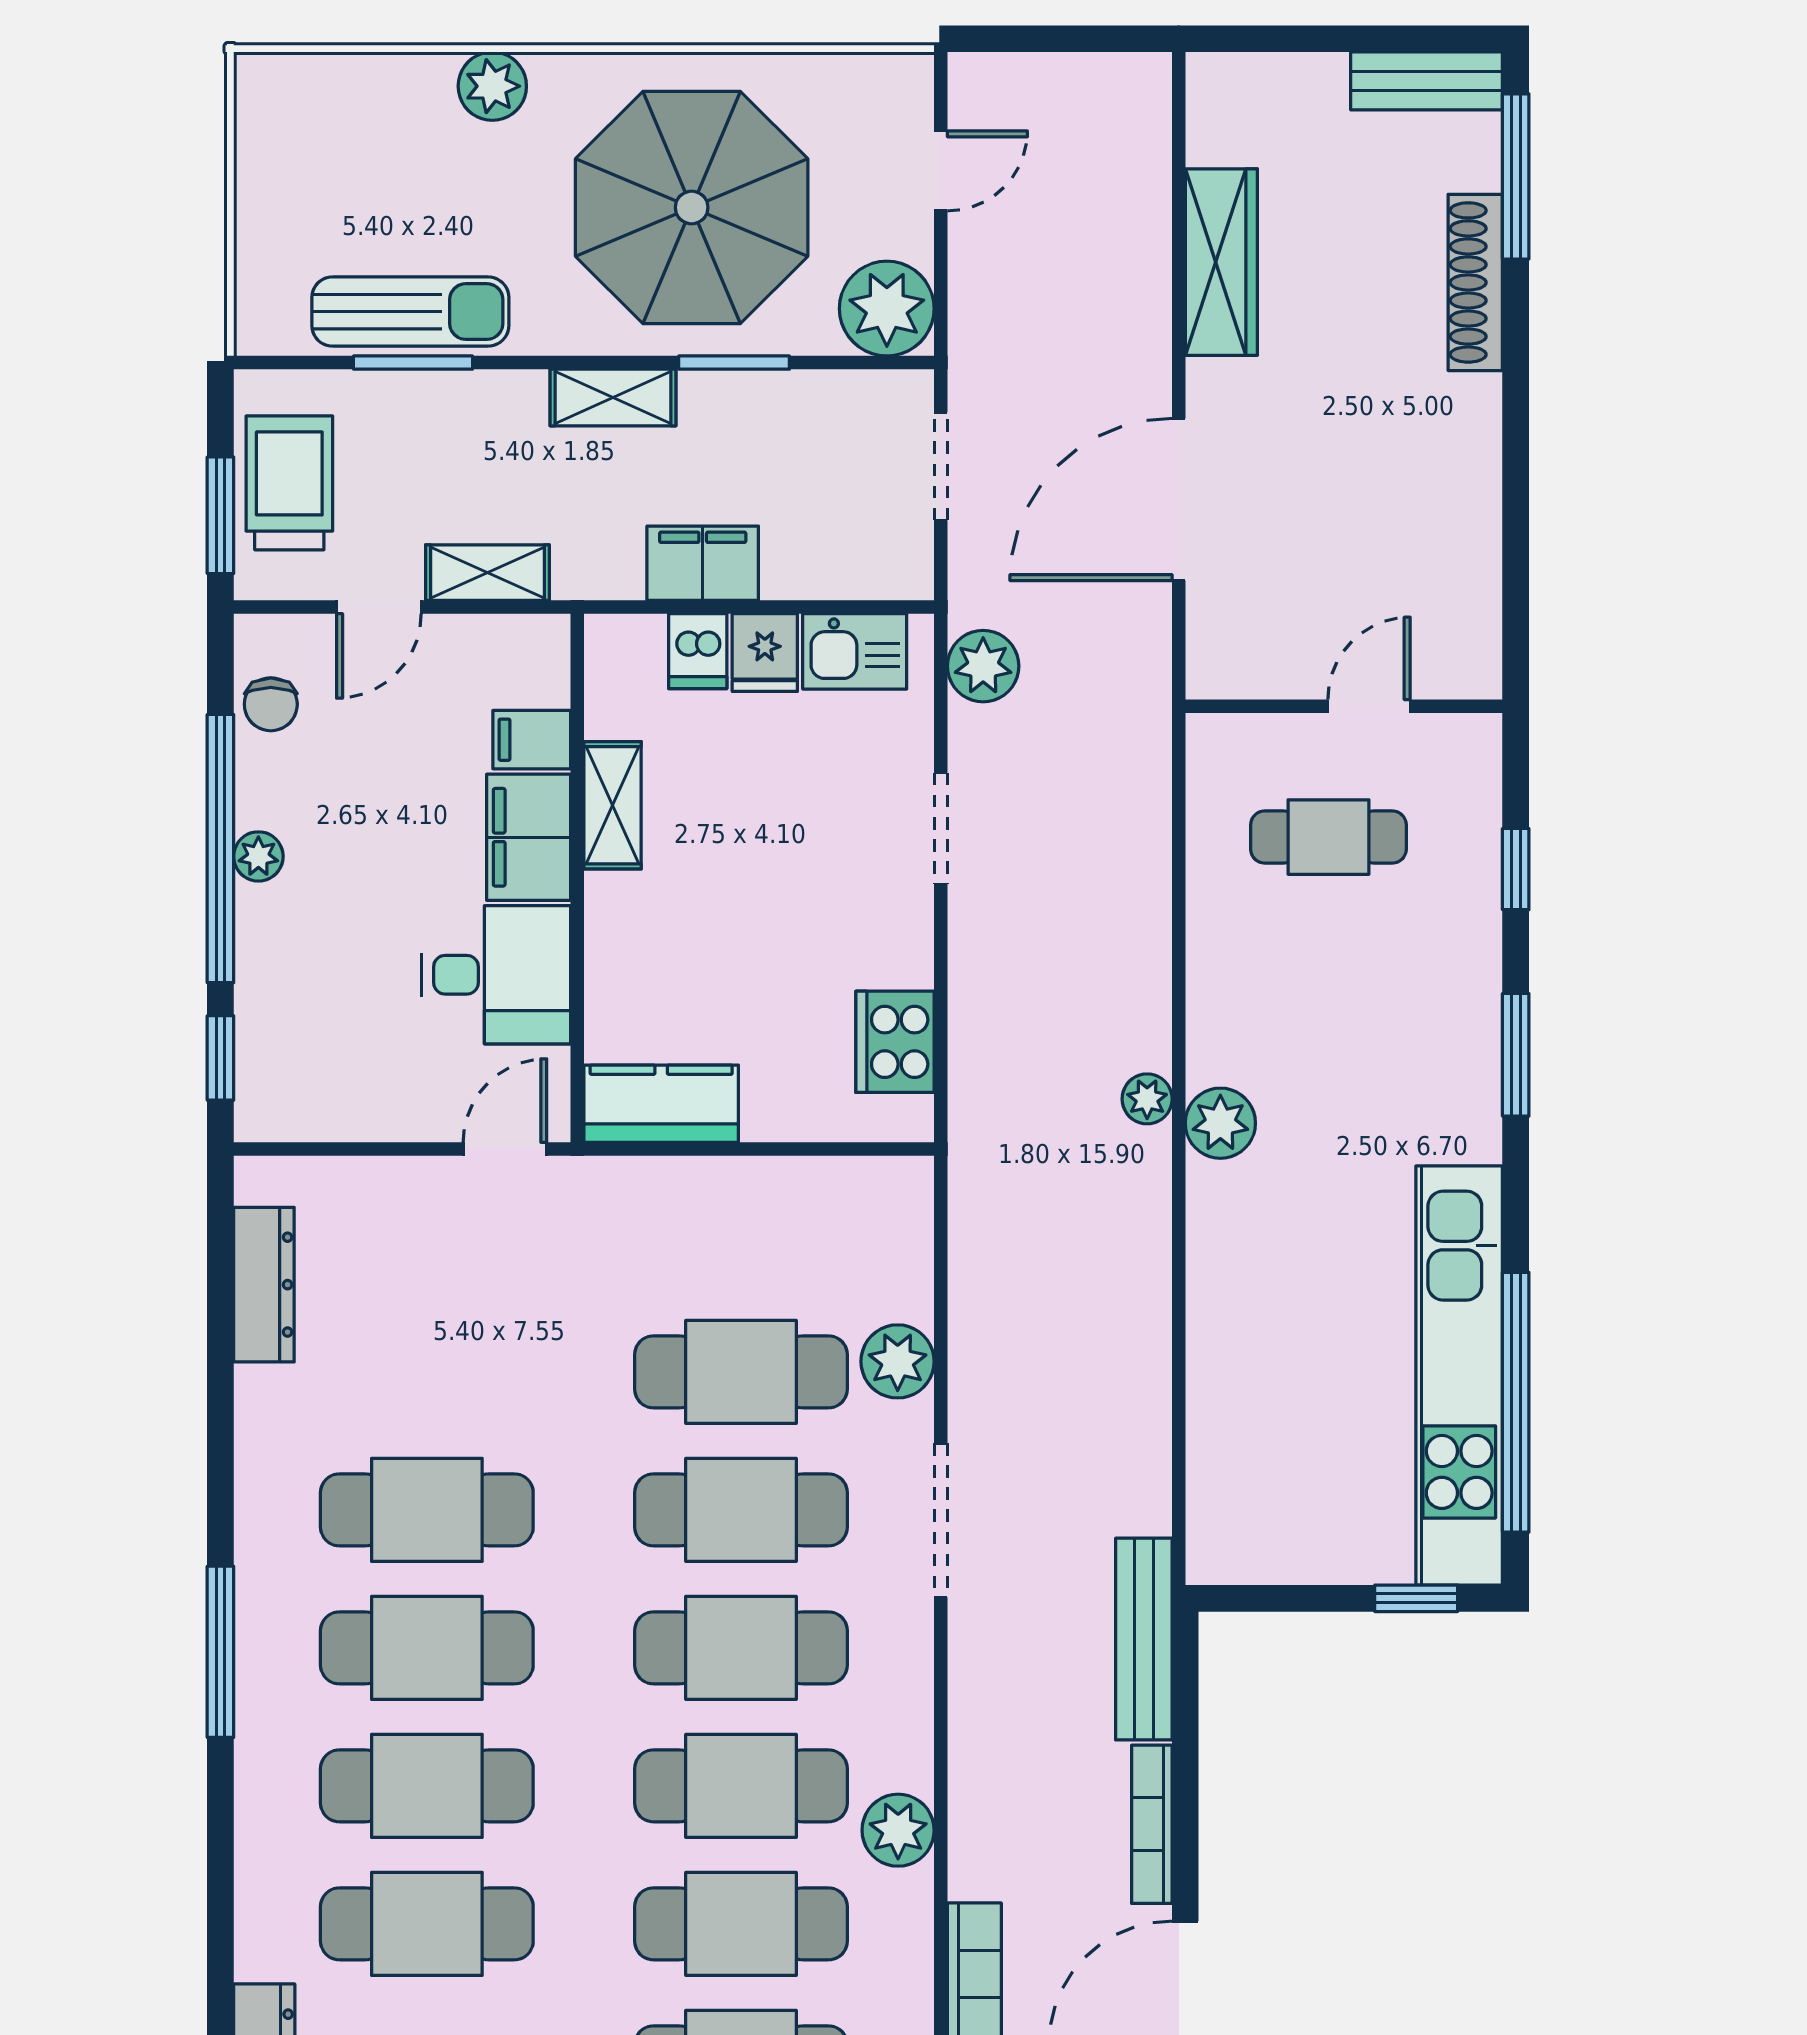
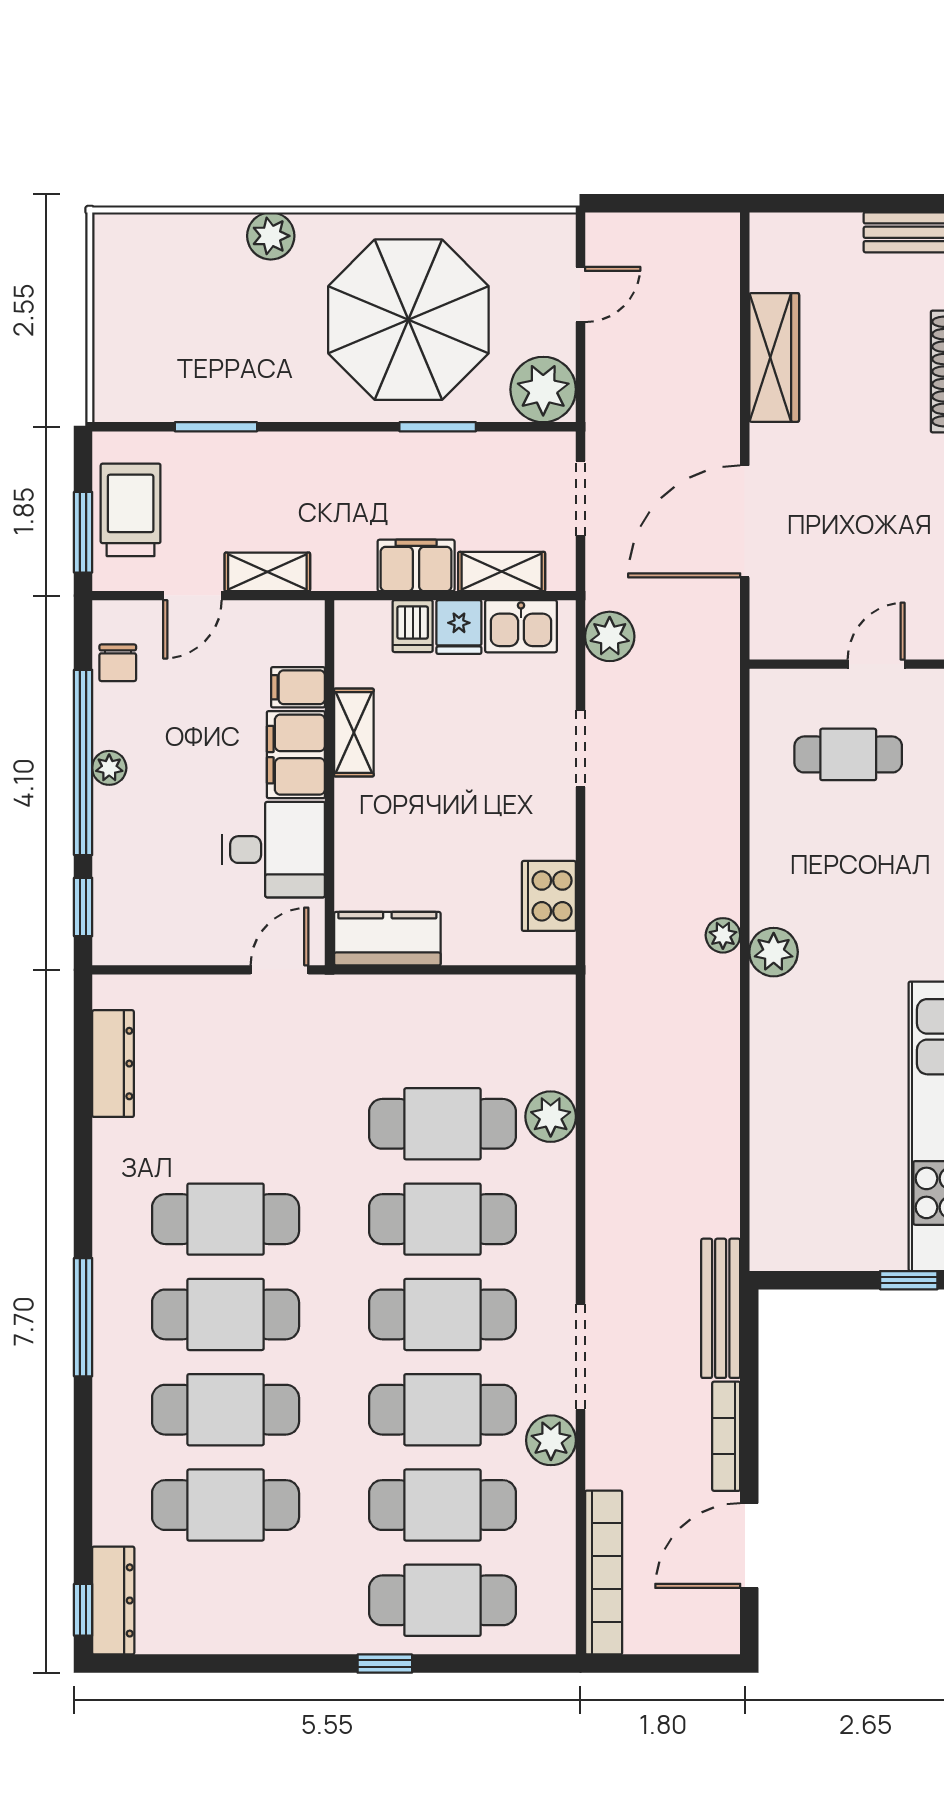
sun lounger: (410, 312) -> (214, 392), removed
shelving: (613, 397) -> (502, 572), moved
doorway: (941, 1520) -> (580, 1357), moved

